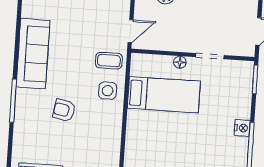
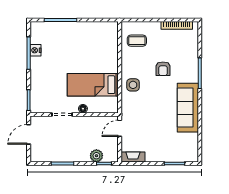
coffee table: (109, 61) -> (137, 41), moved
armchair: (64, 110) -> (163, 69), turned 79
nightstand: (242, 128) -> (35, 50), moved

